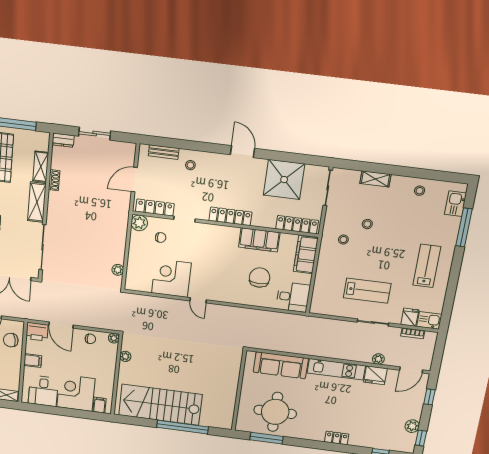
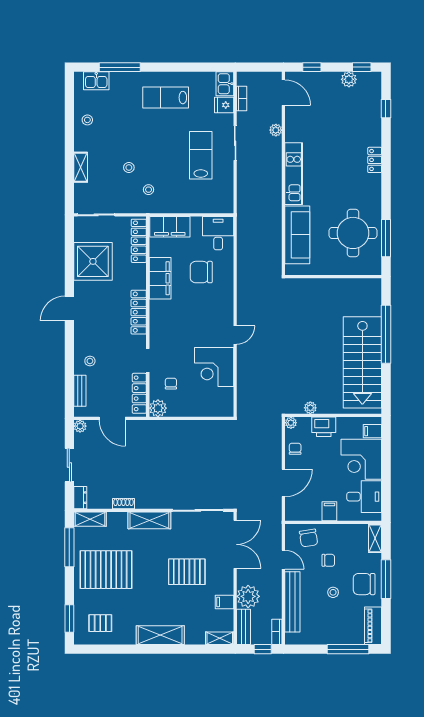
shelving: (41, 167) -> (90, 519), moved
plant: (118, 270) -> (80, 426), moved
printer: (37, 332) -> (324, 427), moved, turned 90
fridge: (375, 375) -> (295, 130), removed

